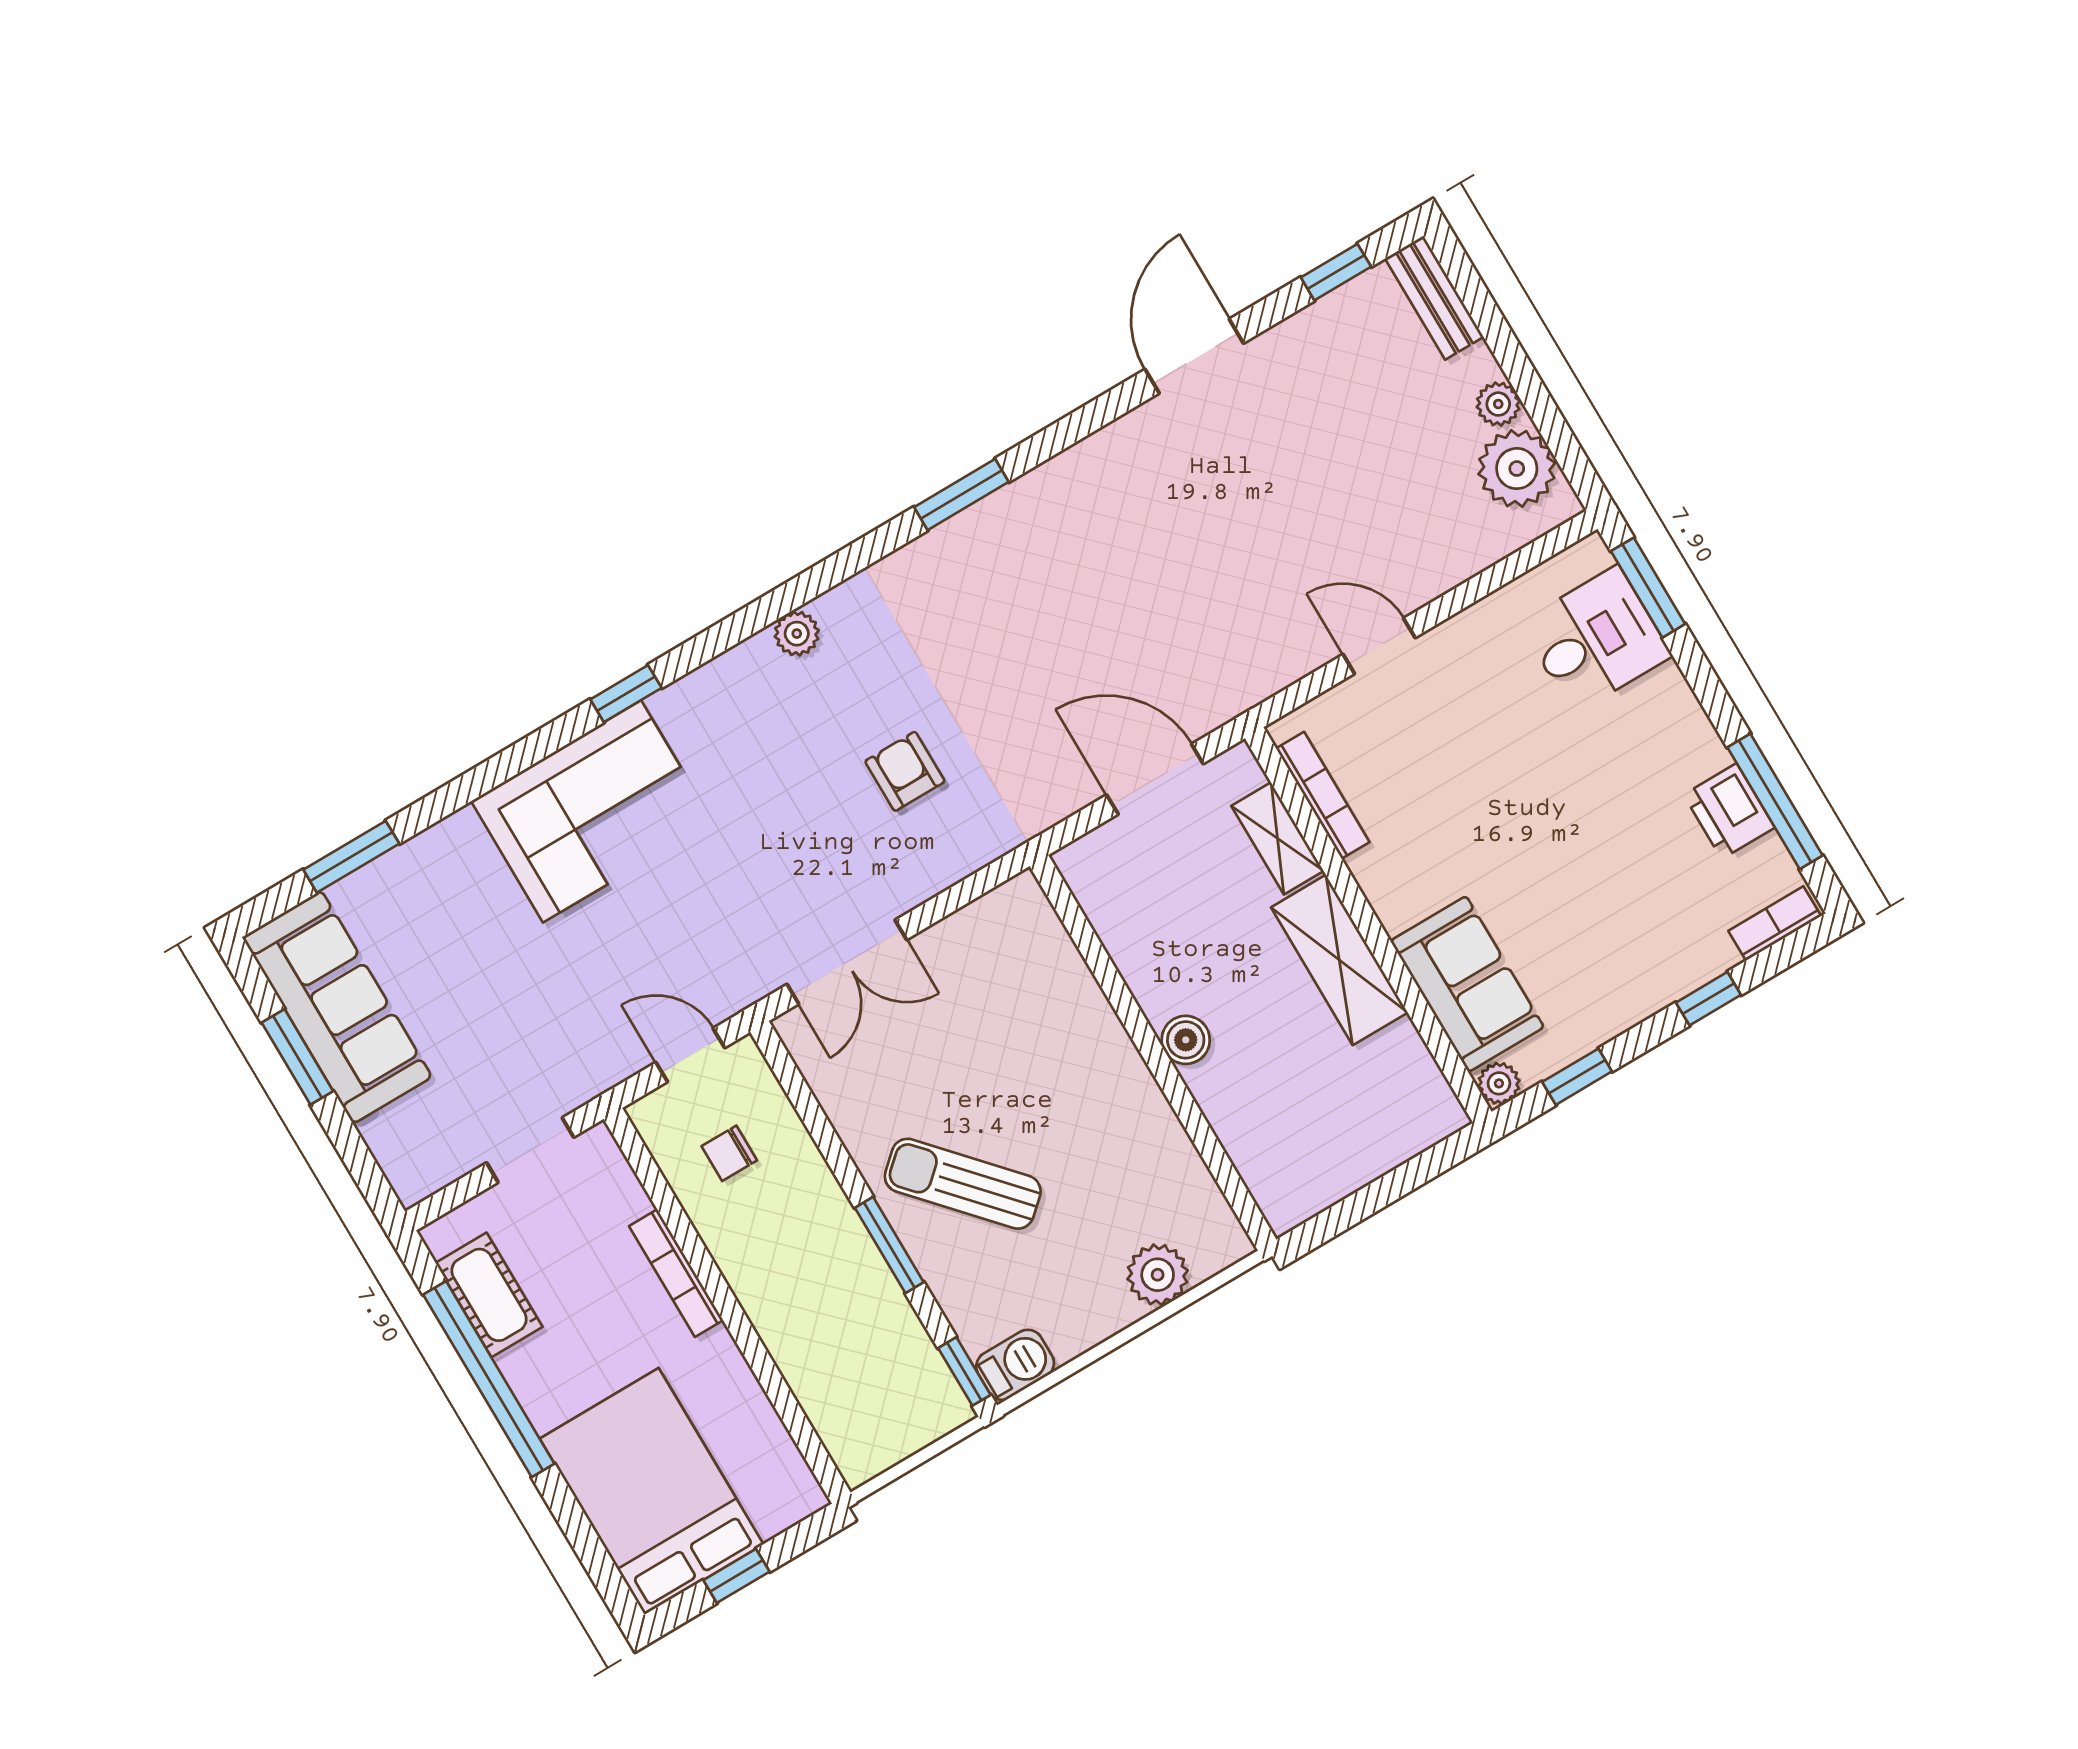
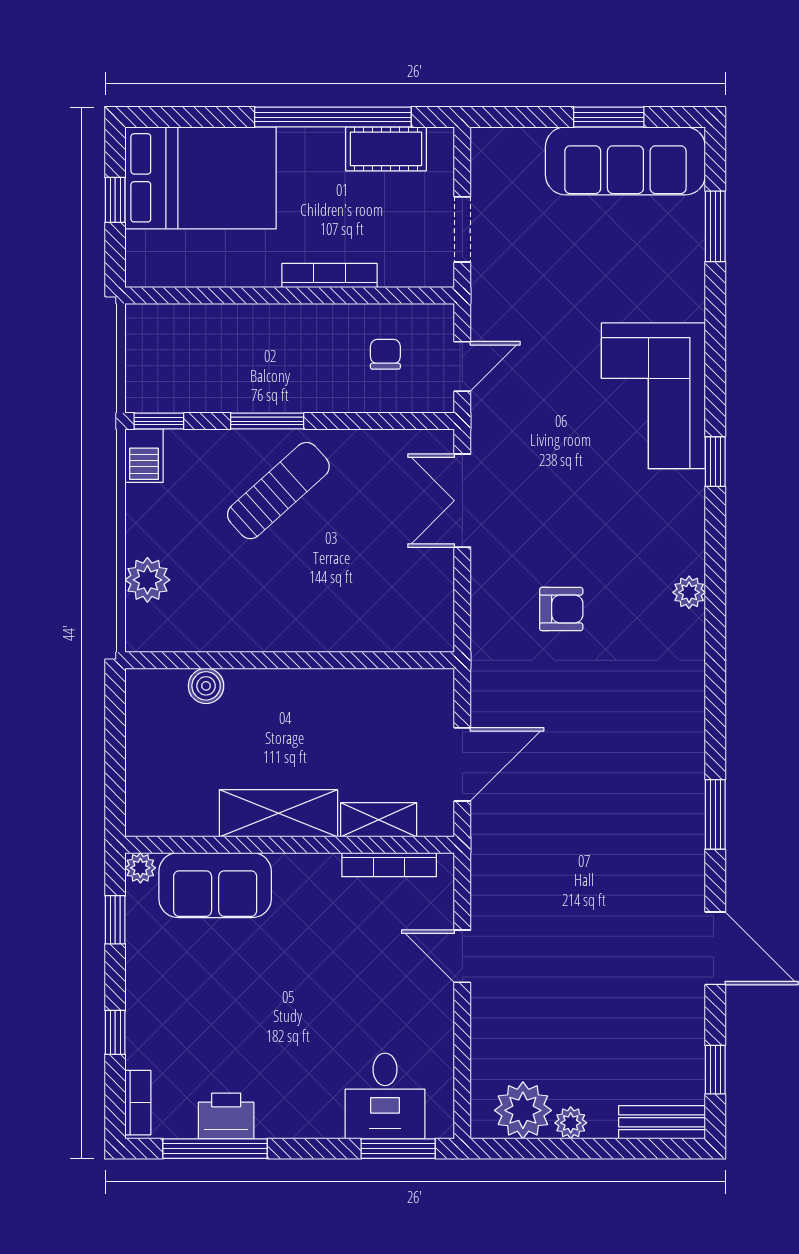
window: (961, 494) -> (715, 814), moved
door: (1379, 646) -> (462, 956), swing flipped
boiler: (1186, 1040) -> (206, 686), moved

